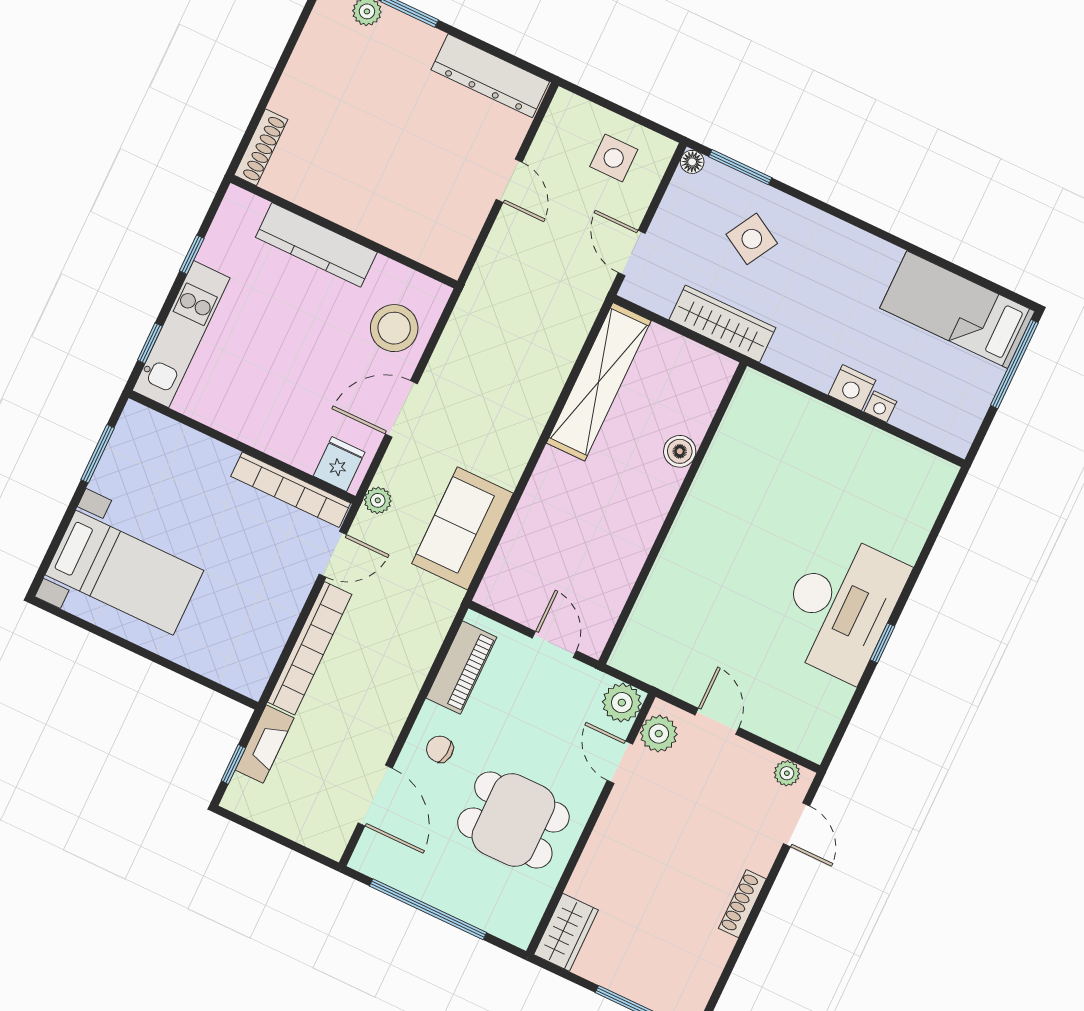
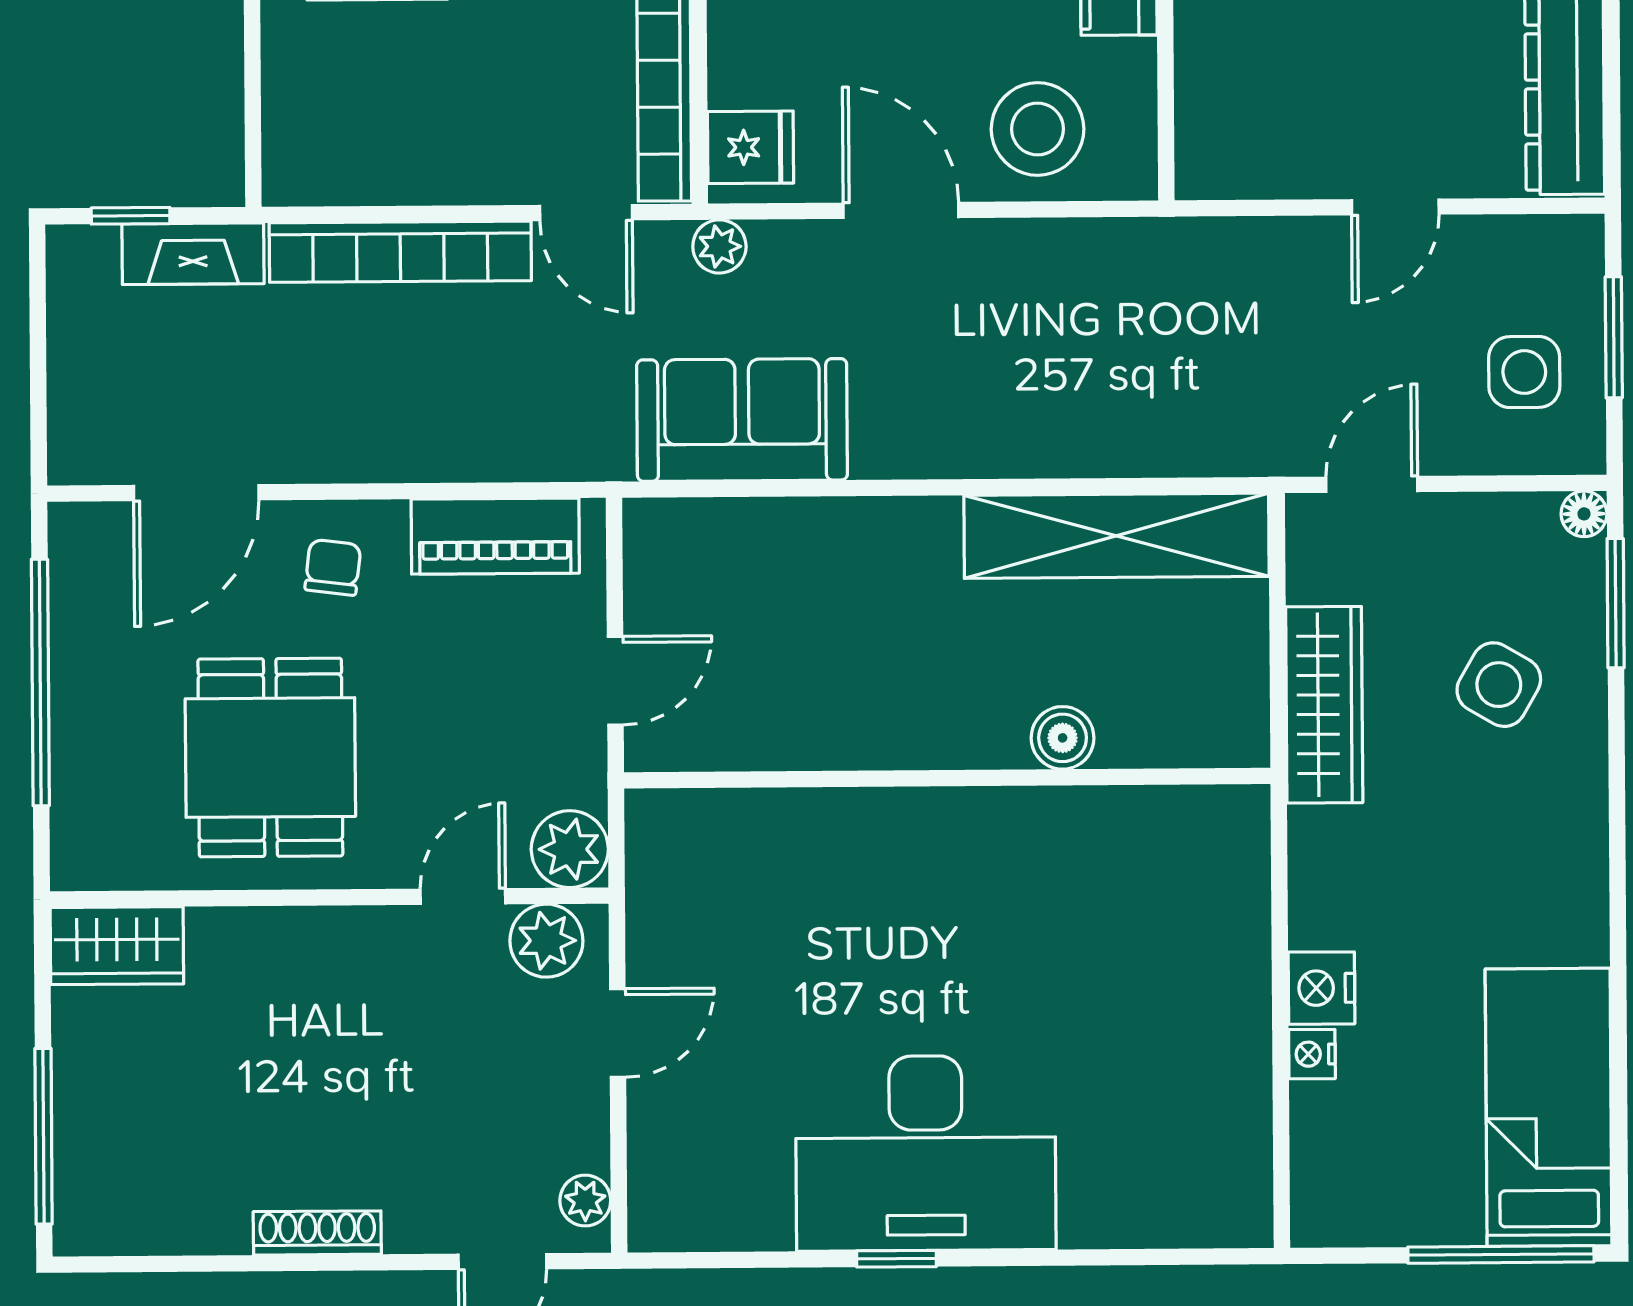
window: (618, 109) -> (1614, 337), added

